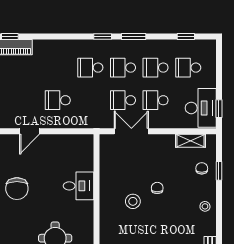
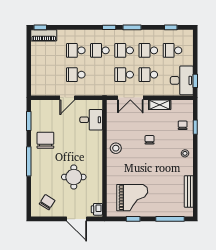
school desk: (58, 68) -> (76, 50), added
door: (29, 131) -> (67, 98), moved
double door: (131, 131) -> (130, 98), swing flipped
shelving: (190, 141) -> (160, 105), moved
desk: (78, 186) -> (91, 120), moved
chair: (17, 189) -> (45, 140), turned 180
stool: (133, 201) -> (116, 148), moved

